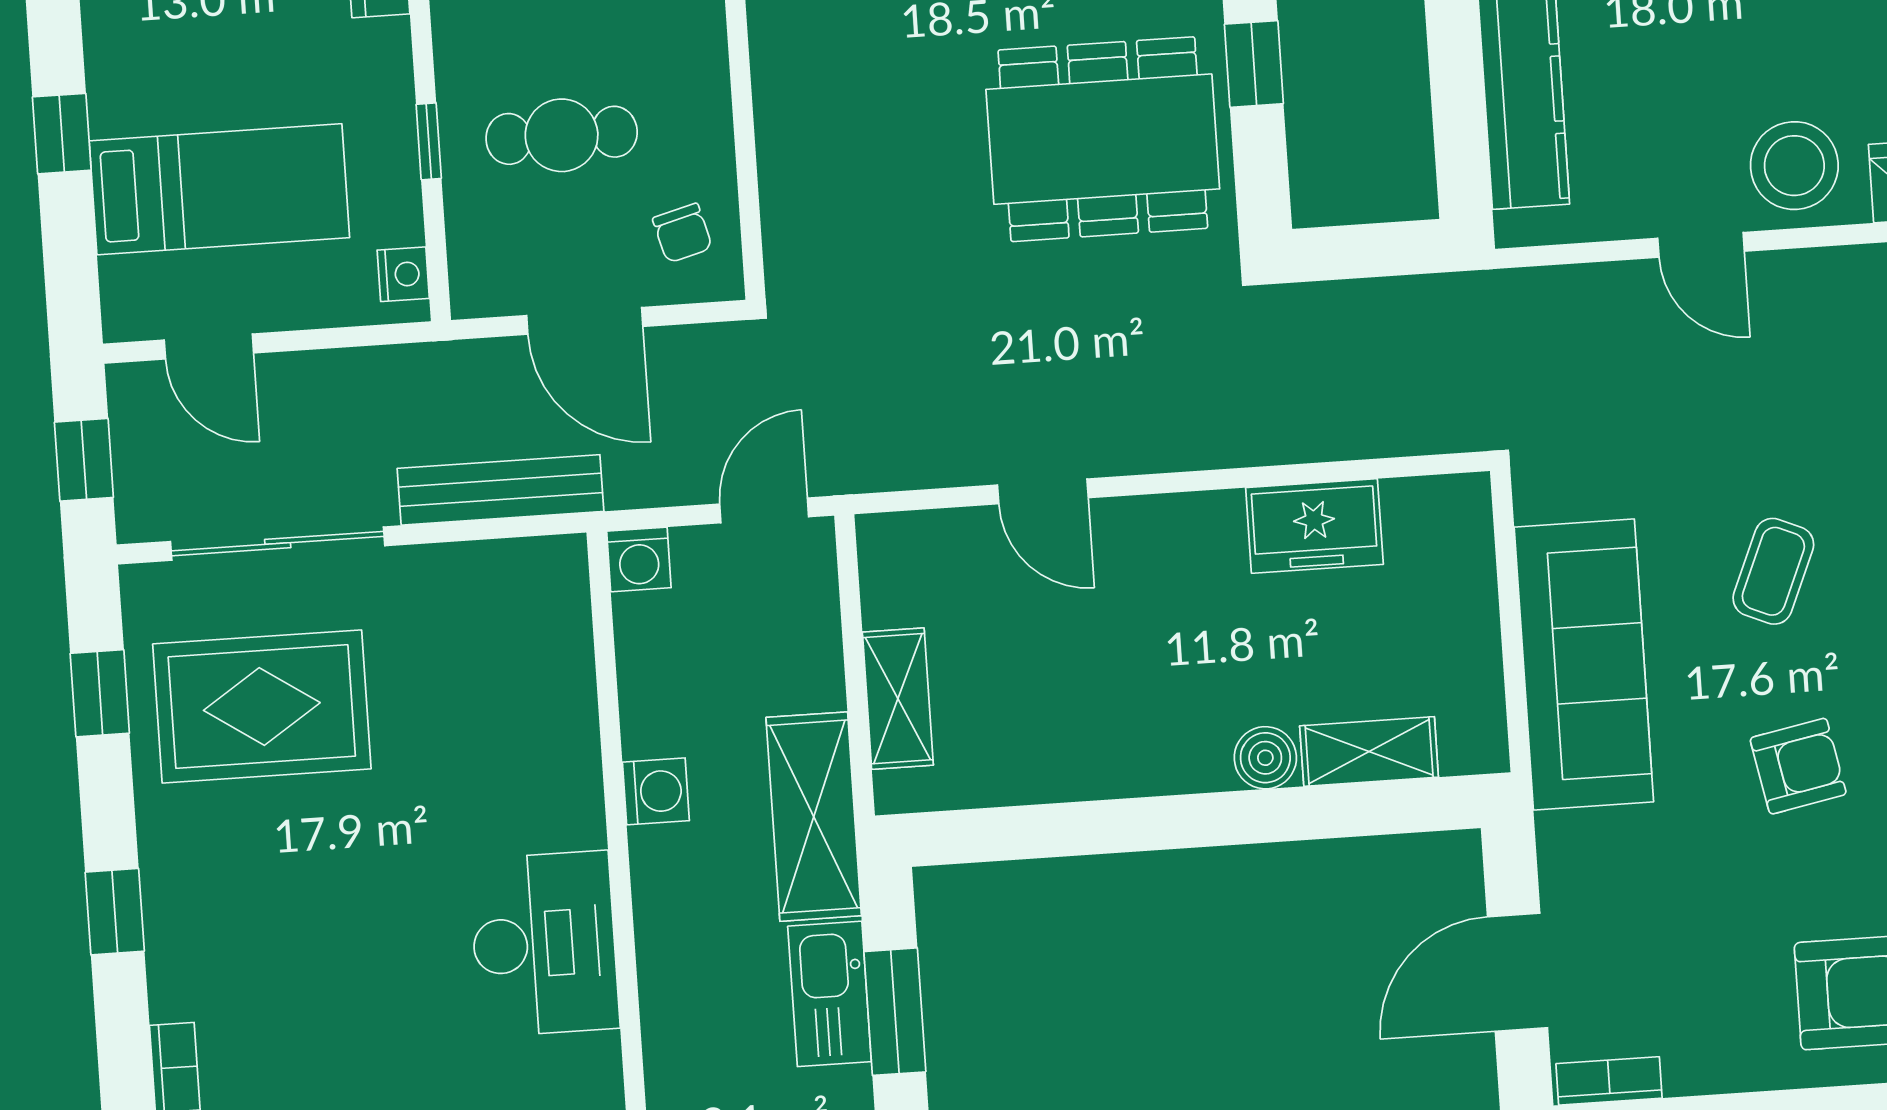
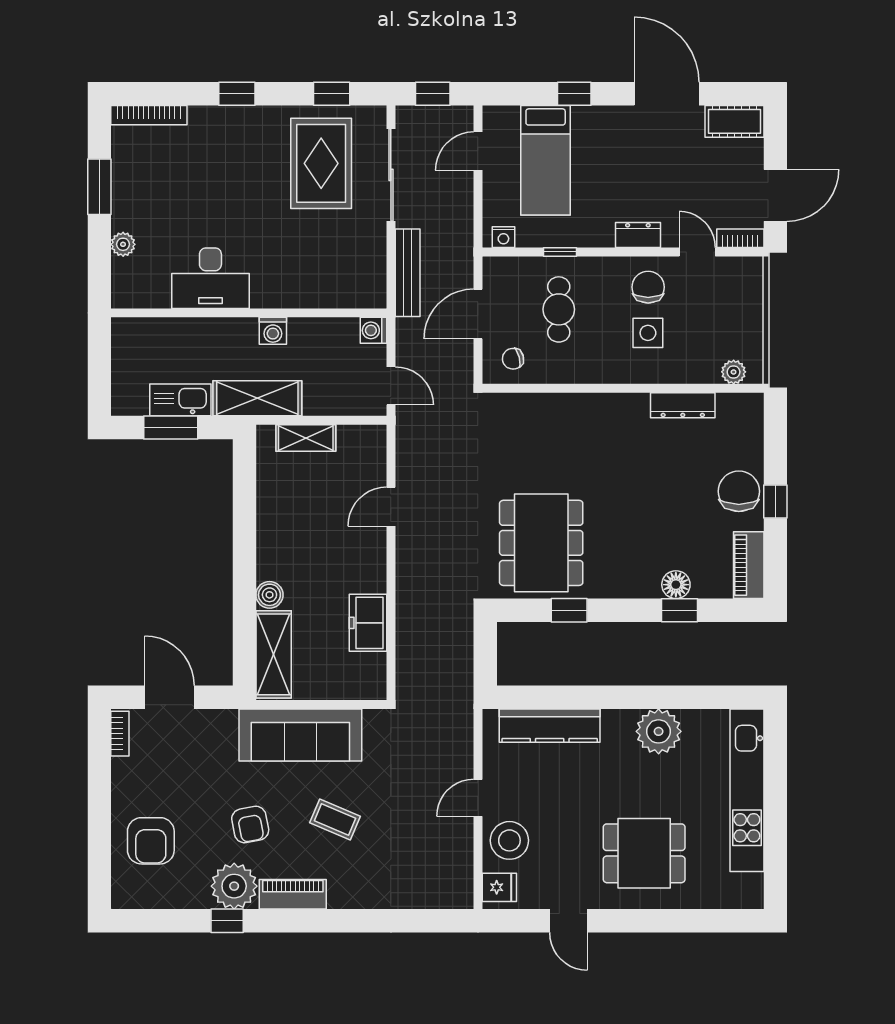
shelving: (1369, 751) -> (274, 654), width x1.50, depth x1.33

